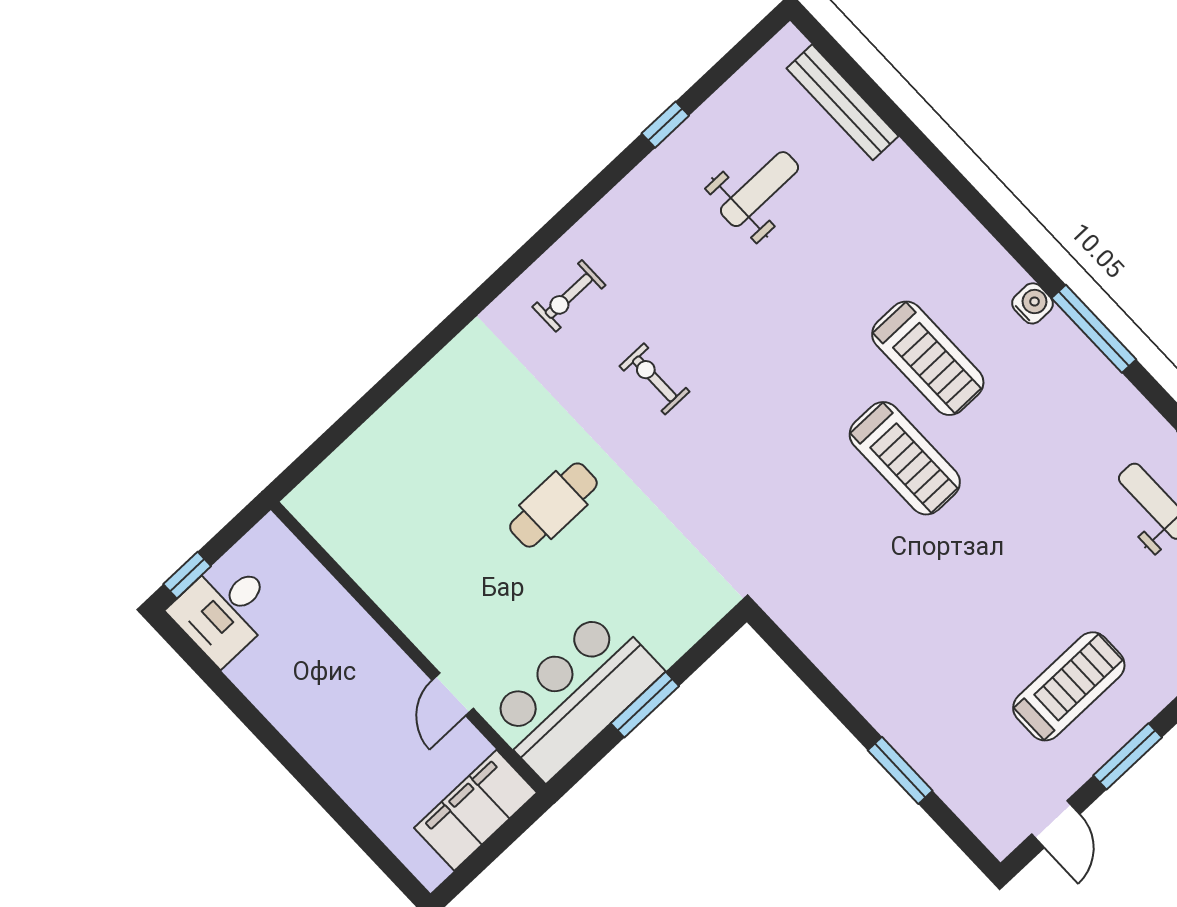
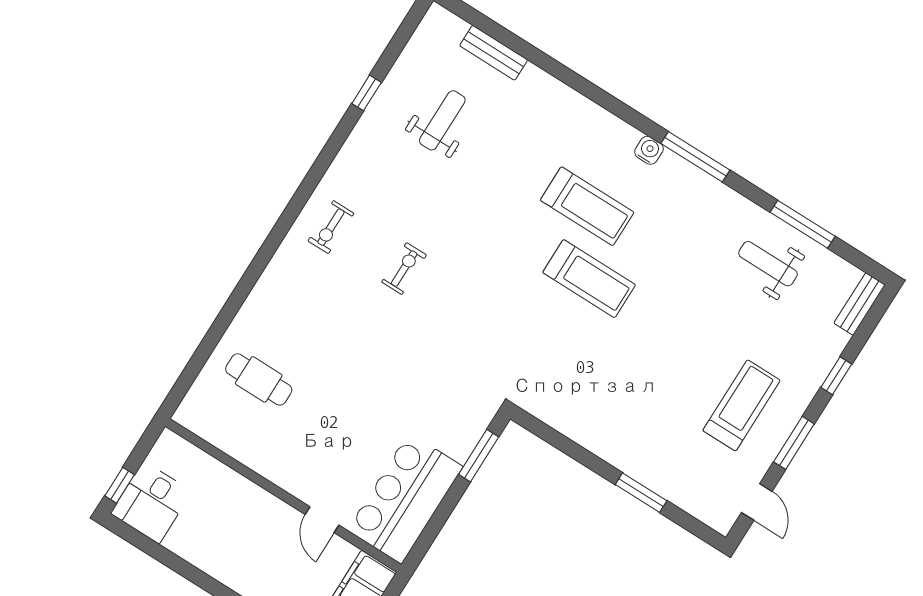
bench: (842, 102) -> (494, 53), width x0.73
exercise bike: (655, 379) -> (404, 269), turned 90
cafe table: (553, 505) -> (259, 379), moved, turned 90
window: (645, 705) -> (479, 456), moved

